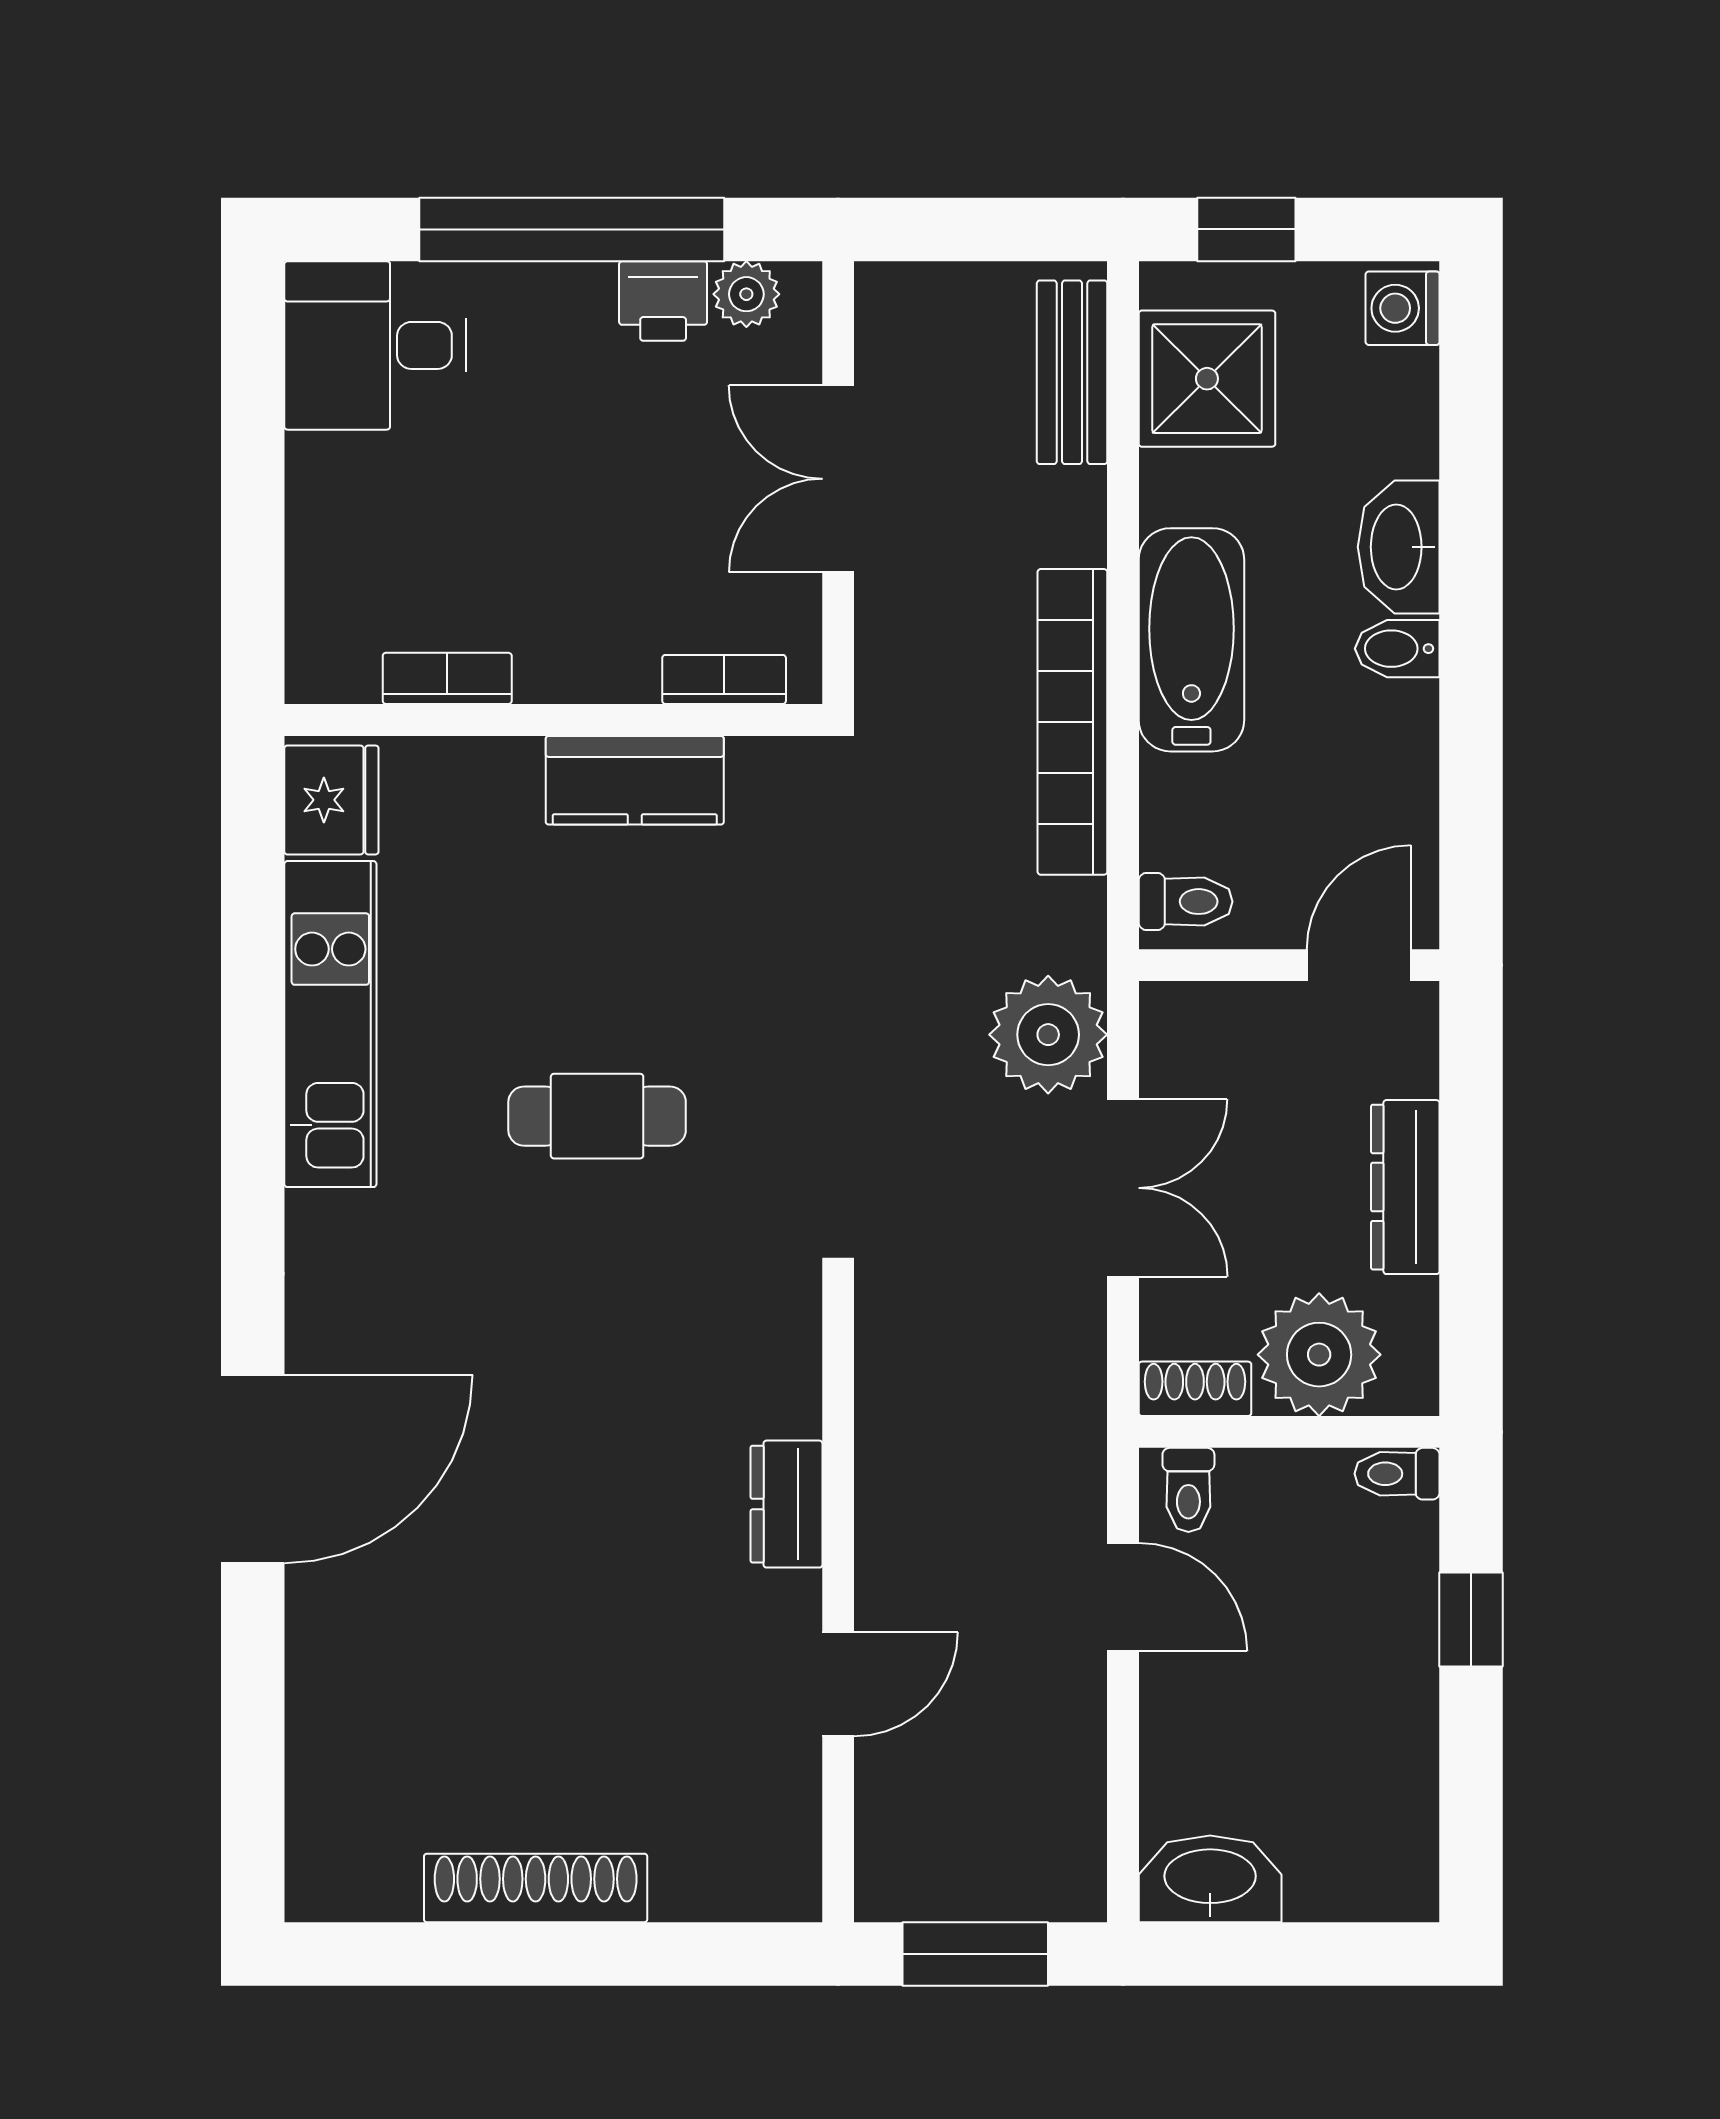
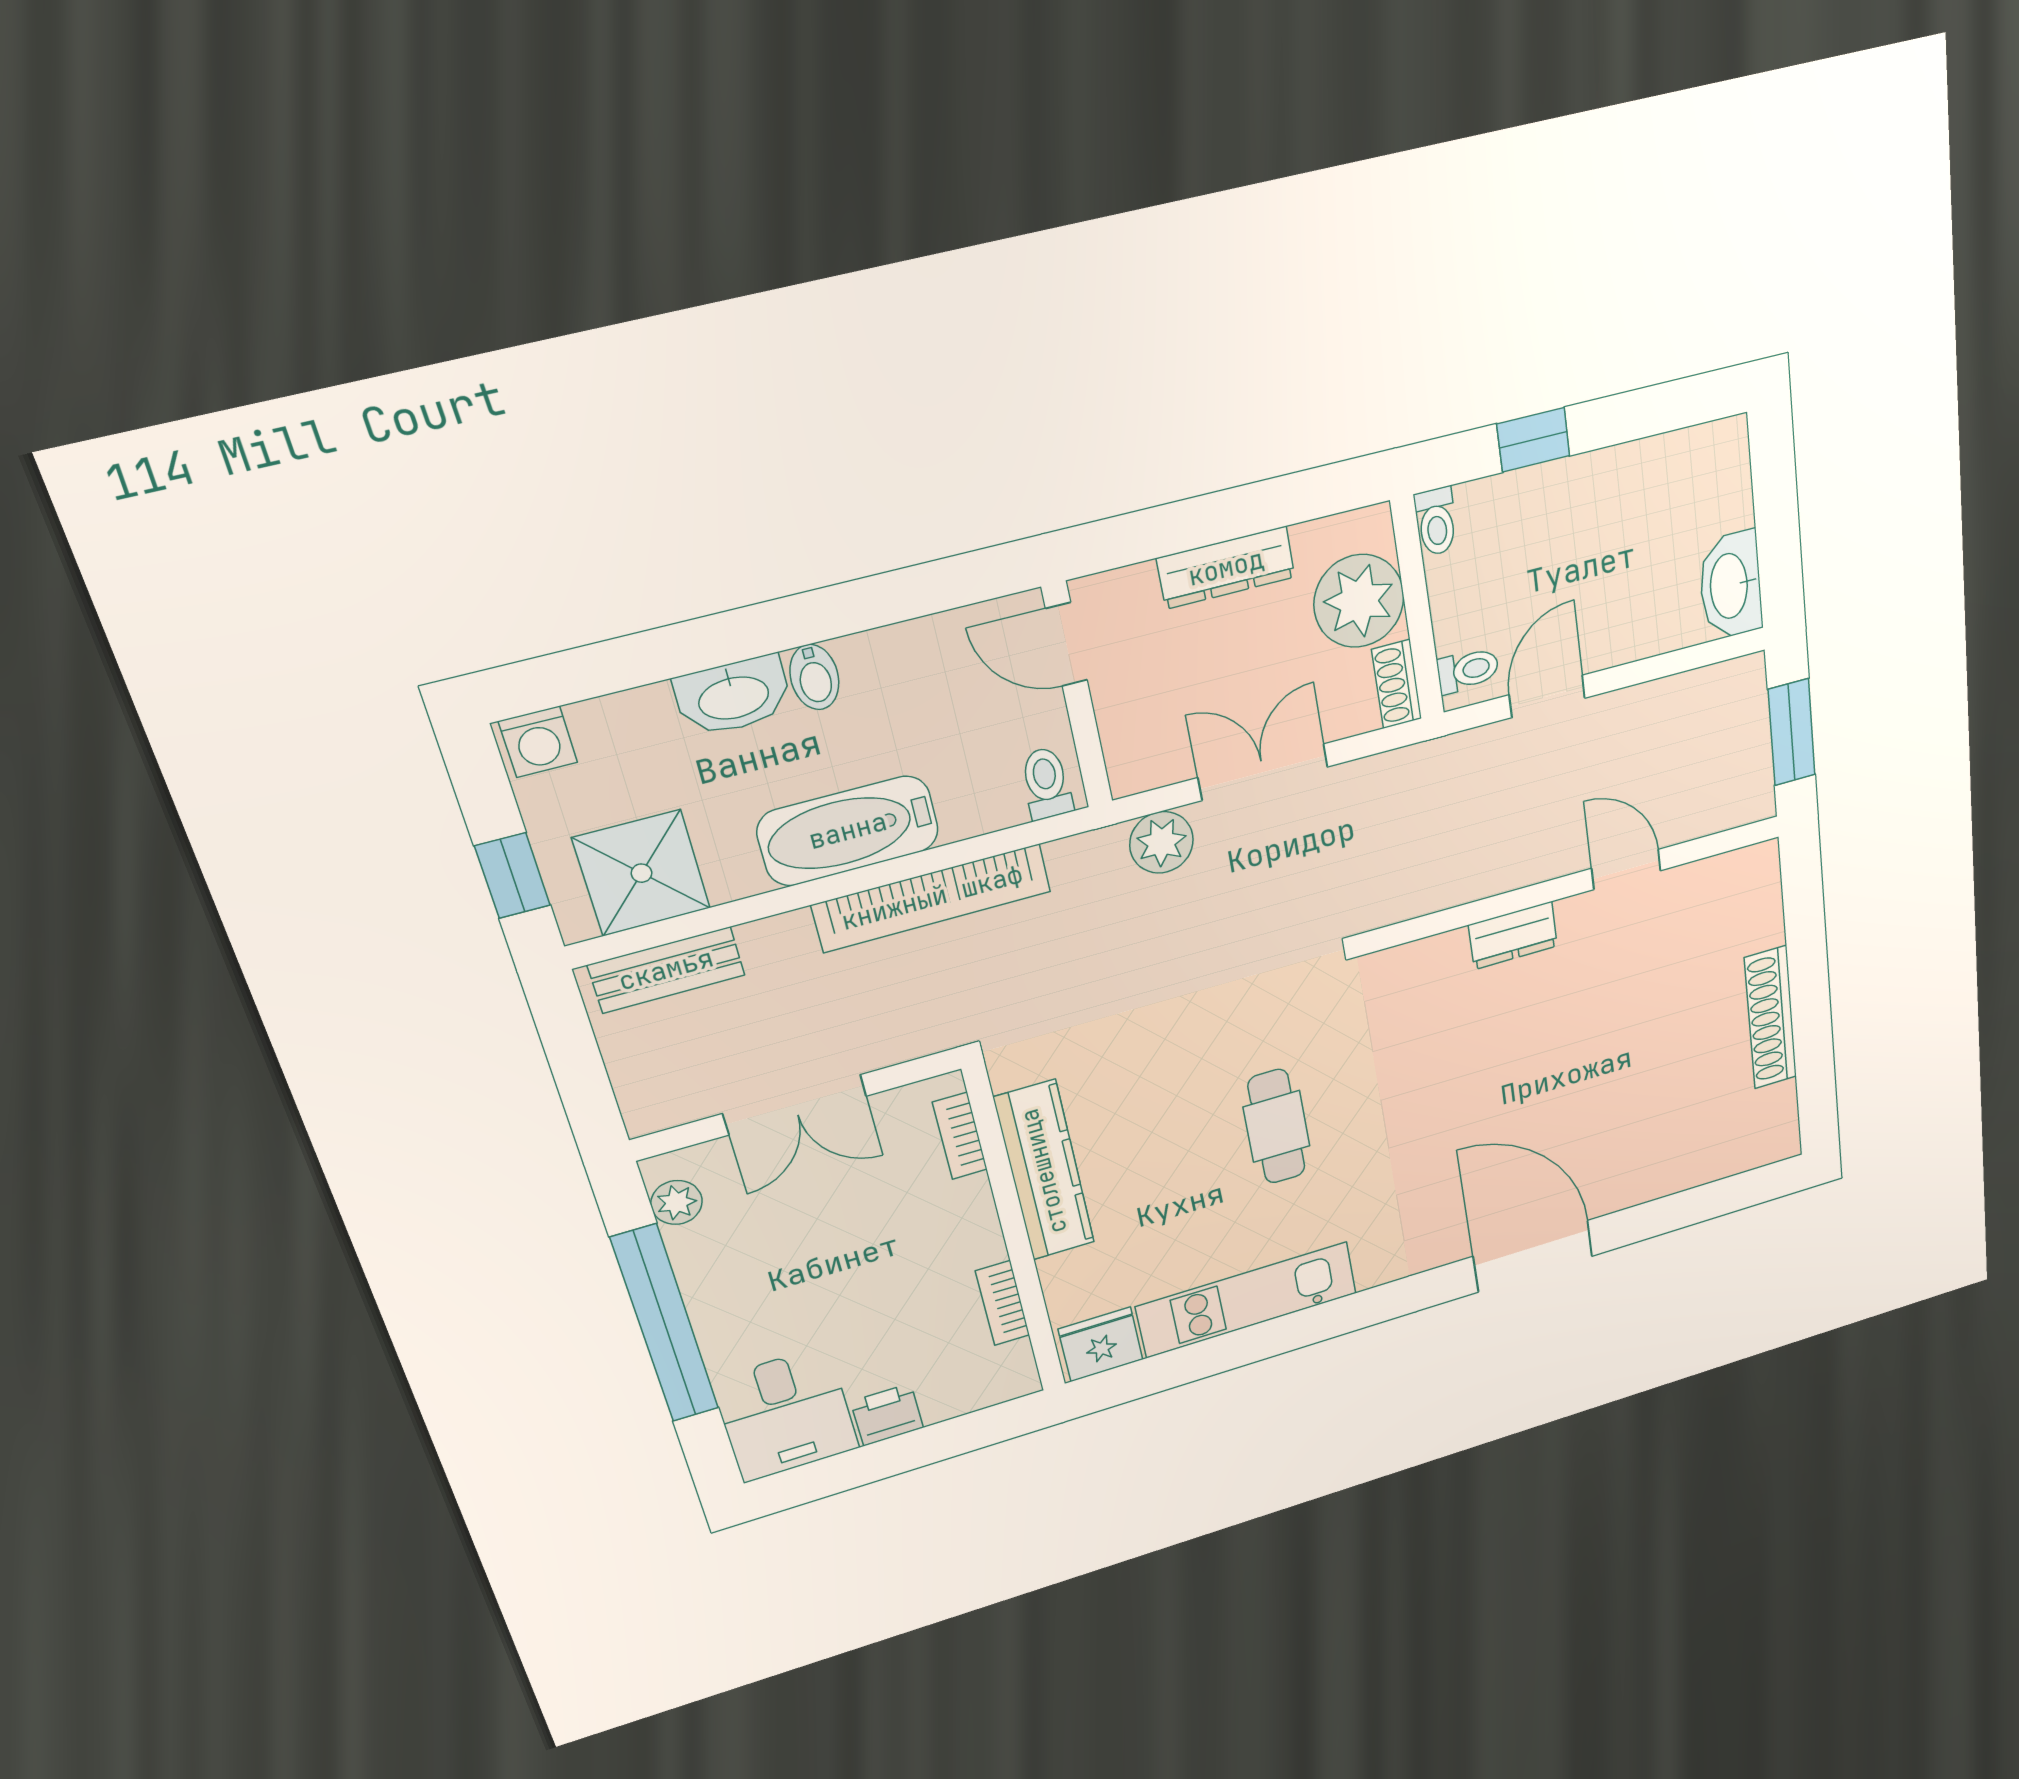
printer: (663, 301) -> (887, 1415), moved, turned -90
kitchen counter: (635, 780) -> (1044, 1171), width x1.50
plant: (1048, 1035) -> (1161, 842), width x0.73, depth x0.73

